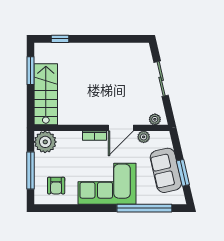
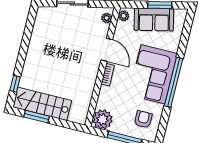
stairs: (46, 94) -> (42, 104), moved
plant: (144, 137) -> (124, 16), moved
armchair: (56, 186) -> (143, 119), turned -90
window: (144, 208) -> (174, 82), moved

